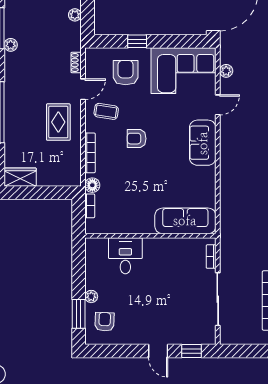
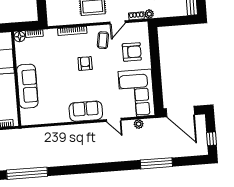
plant: (75, 15) -> (149, 14), moved
window: (137, 41) -> (155, 58), removed
door: (83, 89) -> (118, 22), hinge flipped
floor lamp: (92, 185) -> (20, 37), moved
sofa: (185, 221) -> (27, 86), moved

